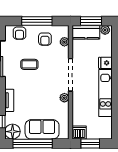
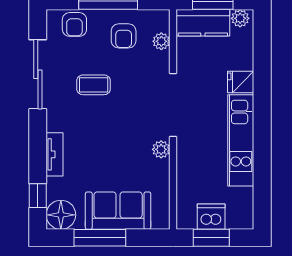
dishwasher: (79, 133) -> (211, 217), moved
window: (33, 143) -> (100, 238), width x0.68

